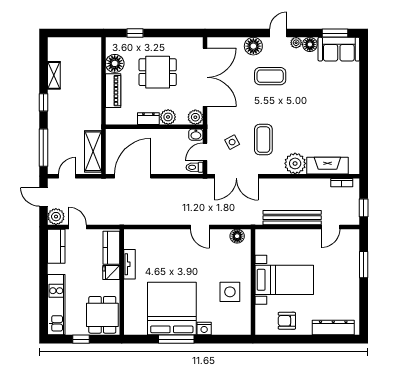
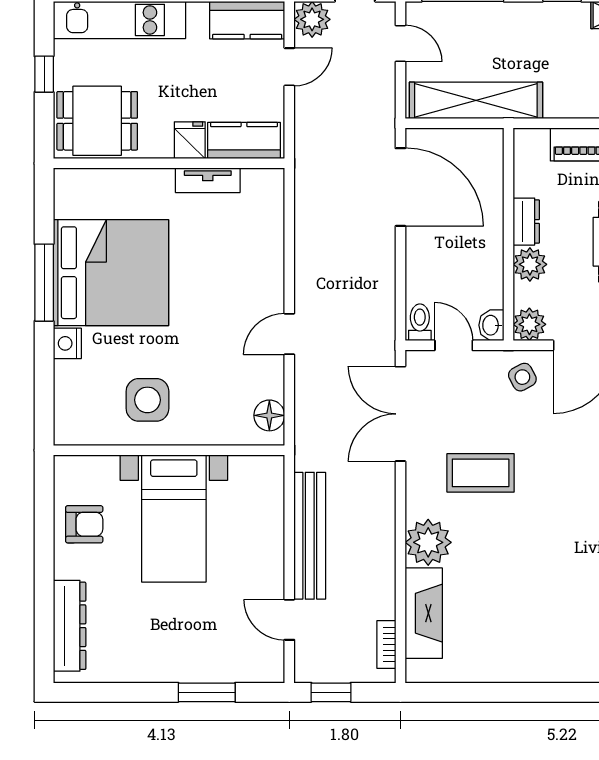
side table: (232, 142) -> (522, 377), moved
shelving: (93, 151) -> (476, 100), width x1.47
armchair: (287, 321) -> (84, 524), turned 90

